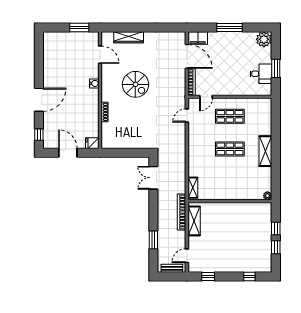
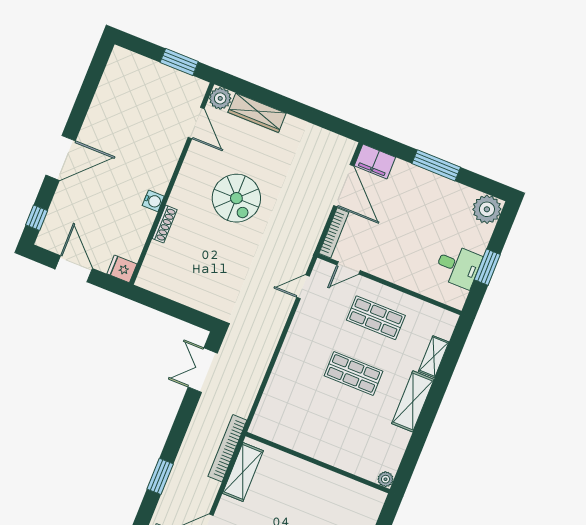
plant: (107, 37) -> (220, 98), added
water cooler: (94, 83) -> (153, 201), moved
shelving: (193, 188) -> (434, 357), moved

